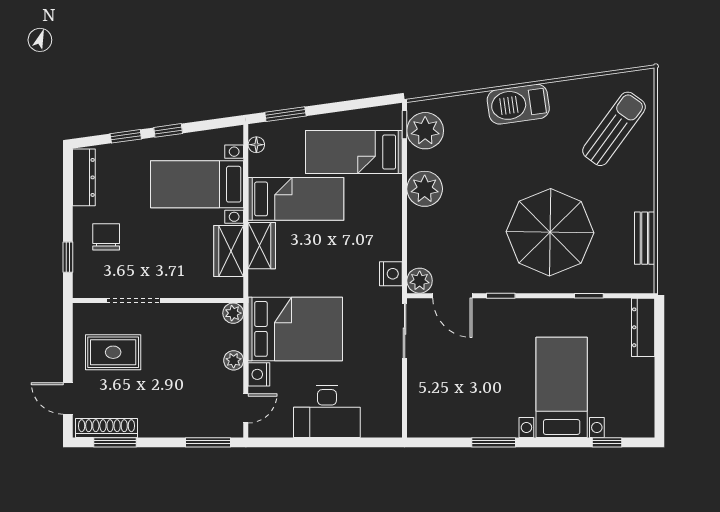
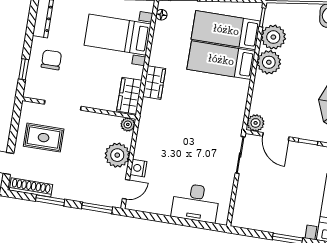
plant: (425, 131) -> (273, 37), moved
bed: (296, 199) -> (221, 60), moved, turned 180
wardrobe: (229, 251) -> (129, 96), moved
nightstand: (391, 274) -> (237, 115), removed
bed: (295, 329) -> (168, 142), removed
plant: (234, 360) -> (117, 155), width x1.88, depth x1.88
desk: (327, 411) -> (196, 203), moved
window: (115, 442) -> (50, 200), moved

